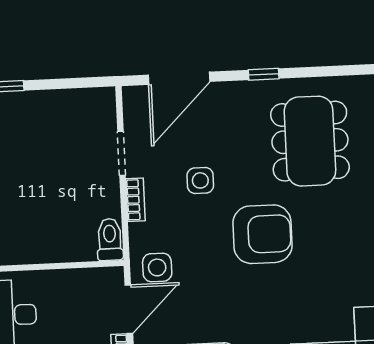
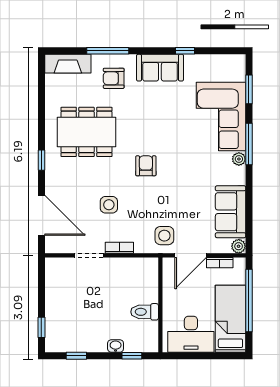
armchair: (262, 234) -> (146, 166), width x0.53, depth x0.53
toilet: (110, 239) -> (145, 312), moved
door: (129, 309) -> (191, 255), swing flipped

